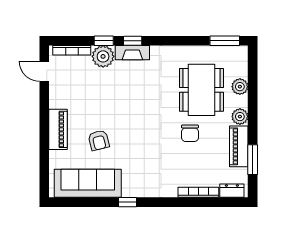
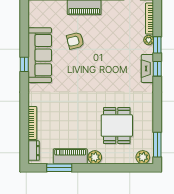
plant: (103, 56) -> (149, 40), width x0.53, depth x0.53
plant: (240, 87) -> (143, 157), moved
dining table: (201, 90) -> (117, 126), width x0.73
chair: (190, 133) -> (81, 116), removed
sofa: (88, 183) -> (40, 55), moved

